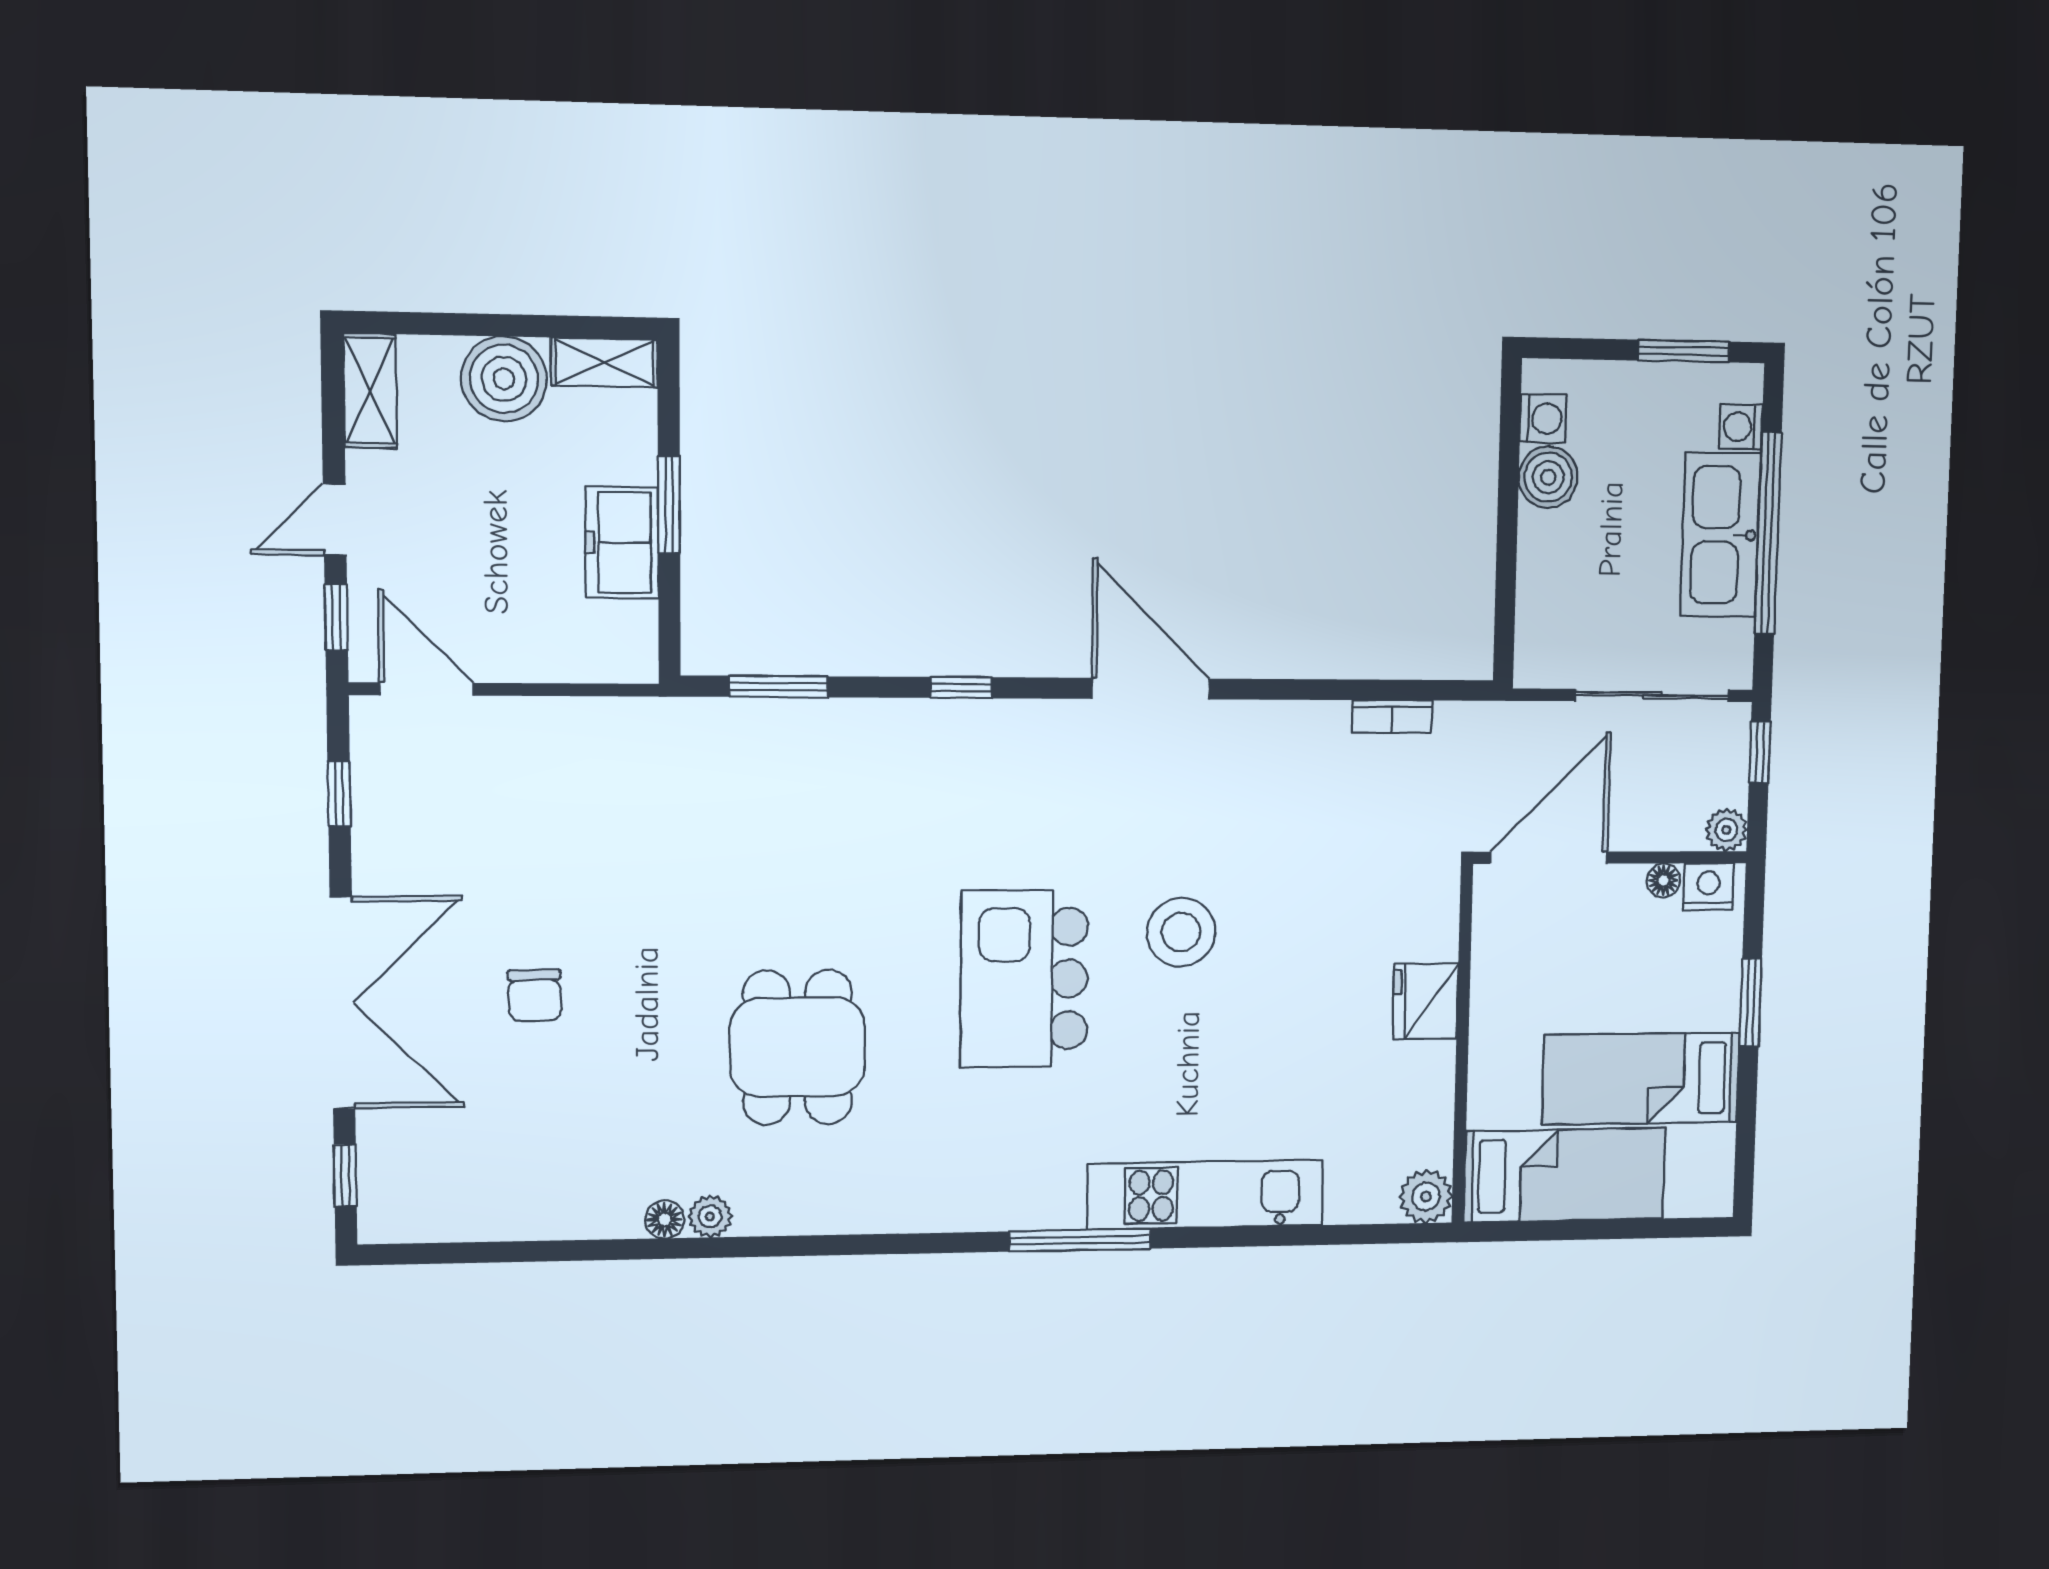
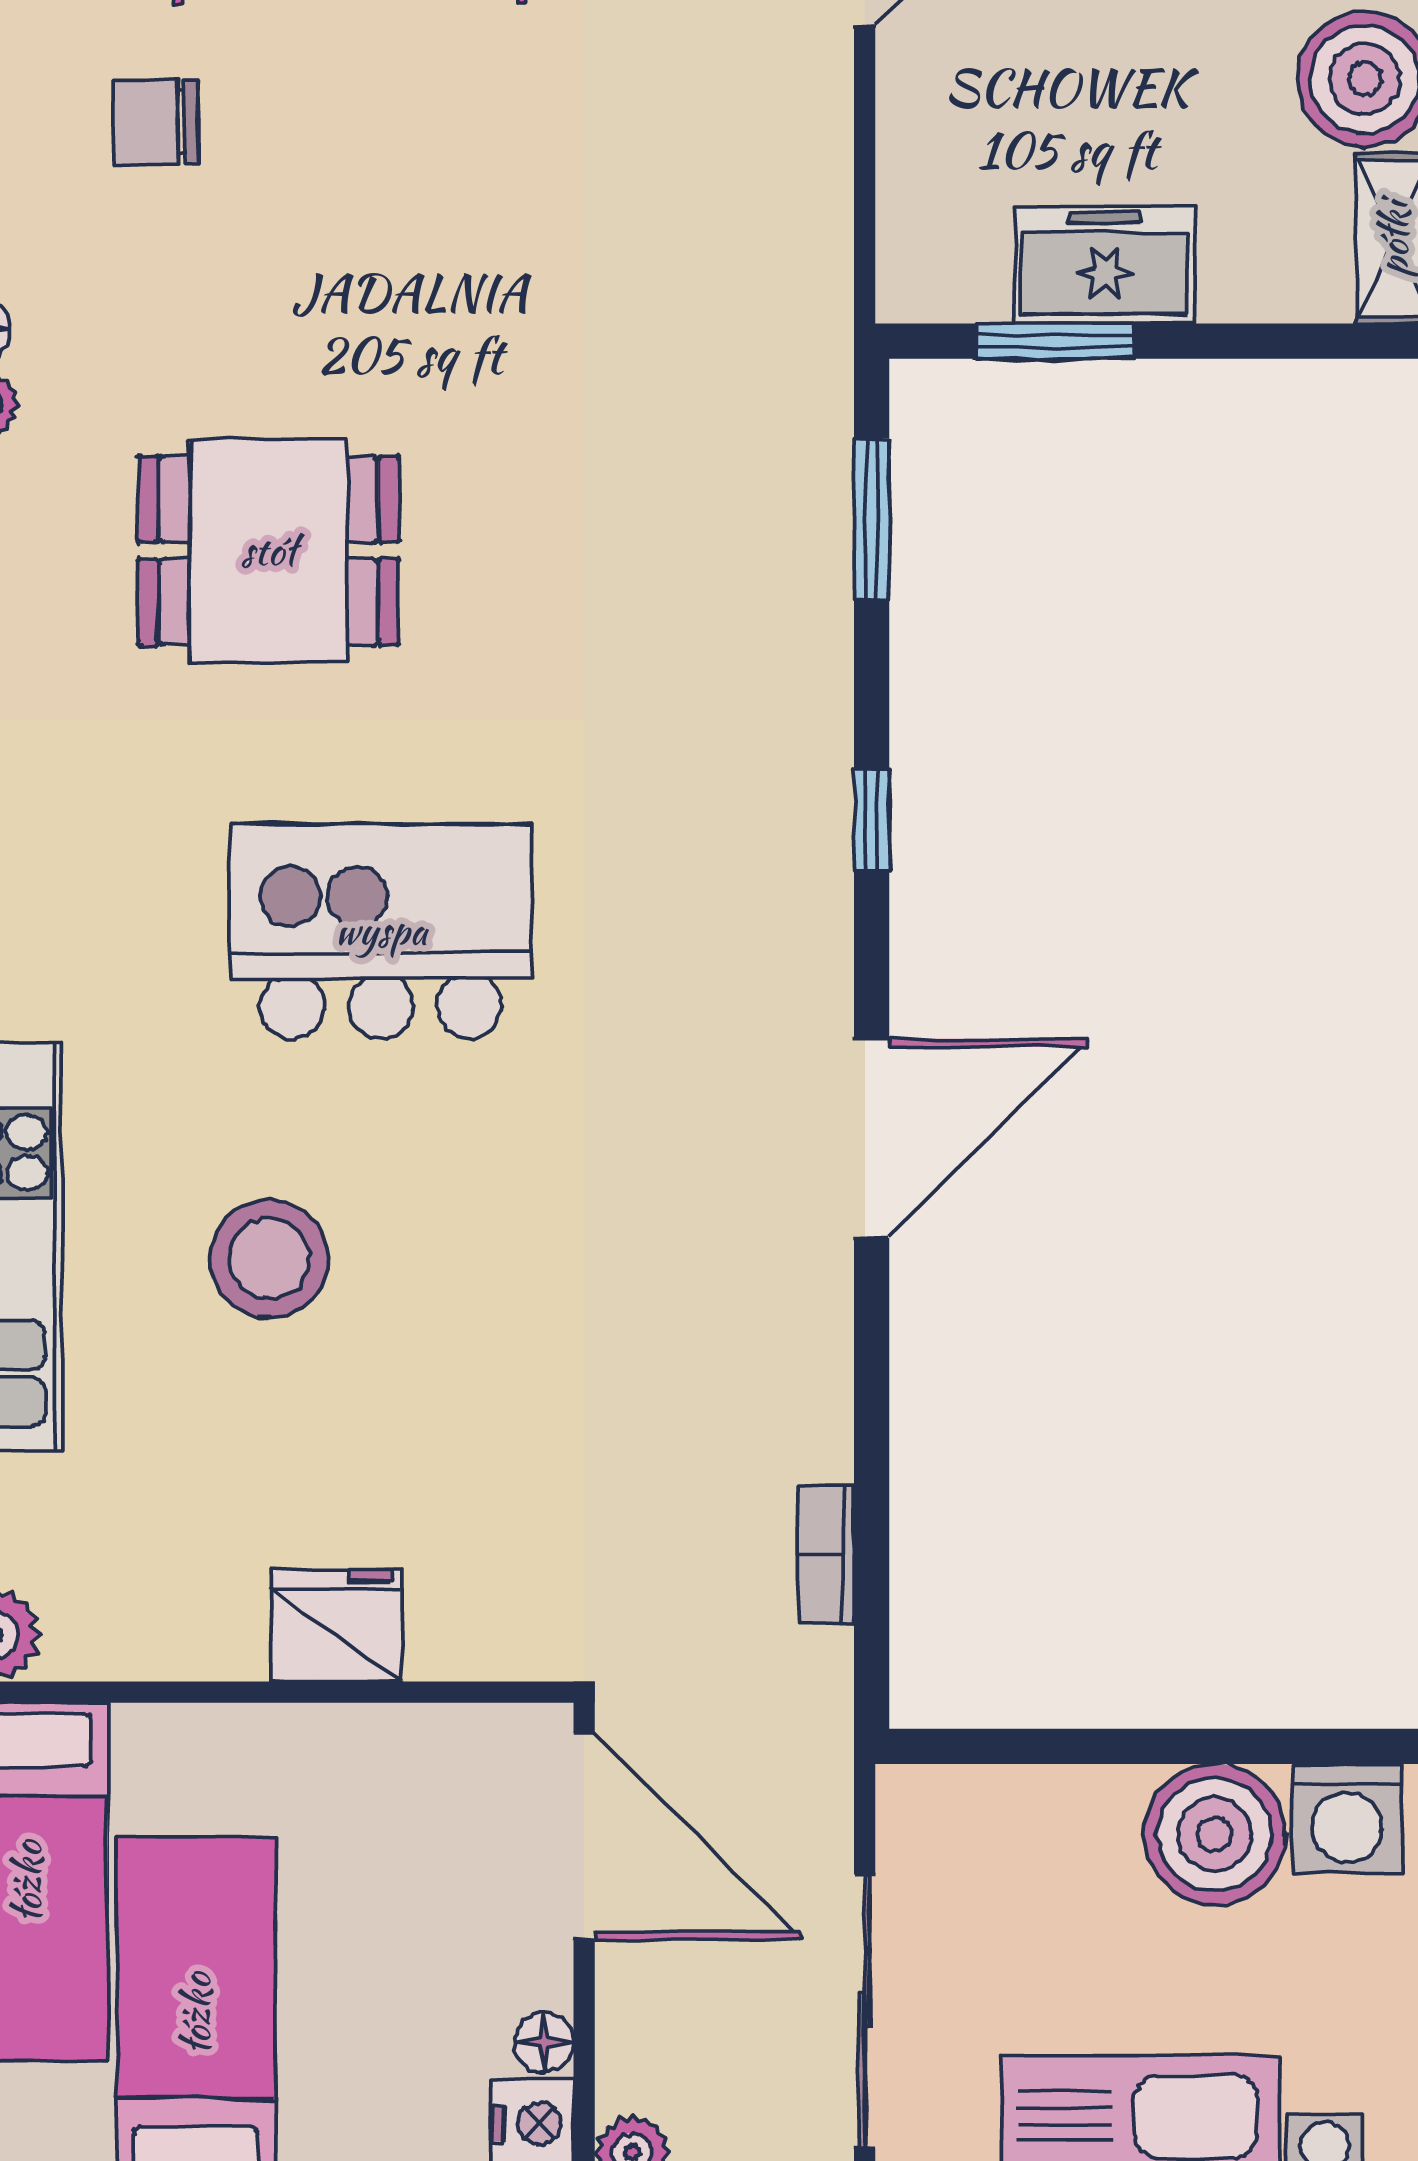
washing machine: (1543, 418) -> (1347, 1819), width x1.38, depth x1.38
boiler: (1548, 477) -> (1215, 1835), width x1.37, depth x1.37
window: (669, 505) -> (1055, 341), moved
stool: (1181, 932) -> (269, 1259), moved
chair: (535, 995) -> (156, 122), moved

